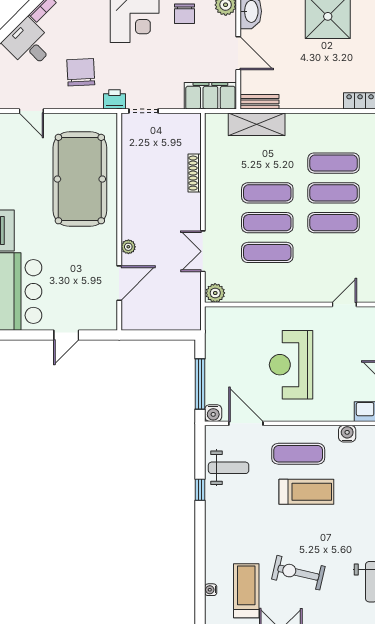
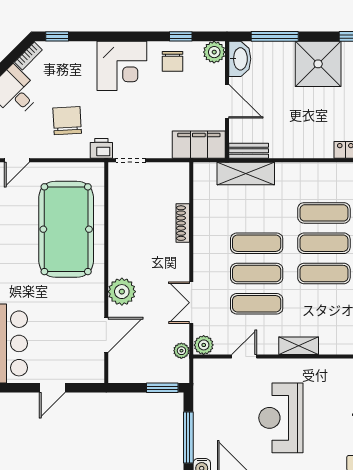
door: (31, 111) -> (17, 160), hinge flipped
plant: (128, 247) -> (122, 292), width x1.88, depth x1.88
shelving: (309, 294) -> (299, 346), added
plant: (193, 299) -> (181, 351), added
door: (344, 304) -> (244, 357), moved
window: (174, 335) -> (162, 388), added

